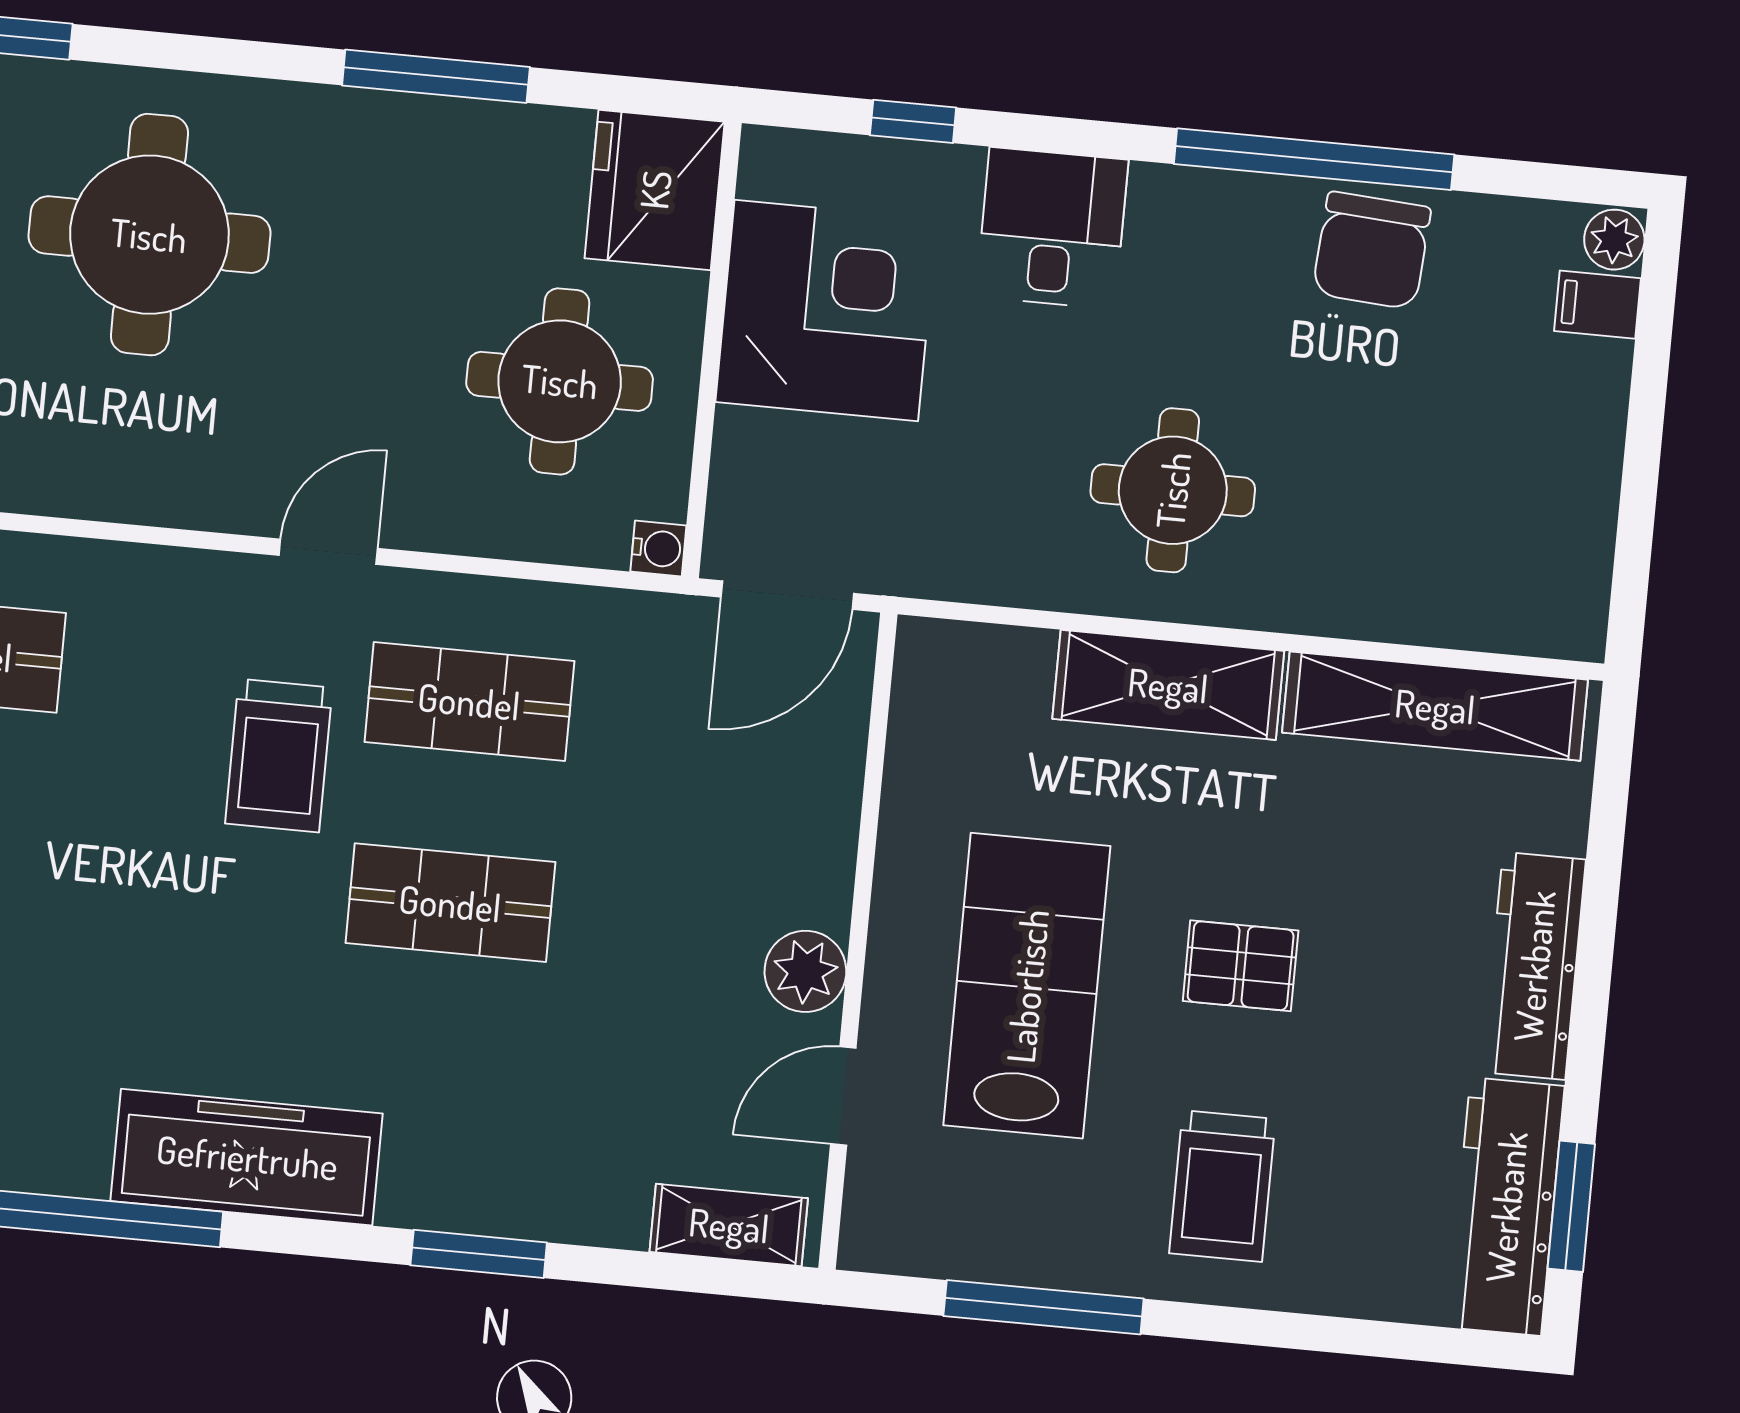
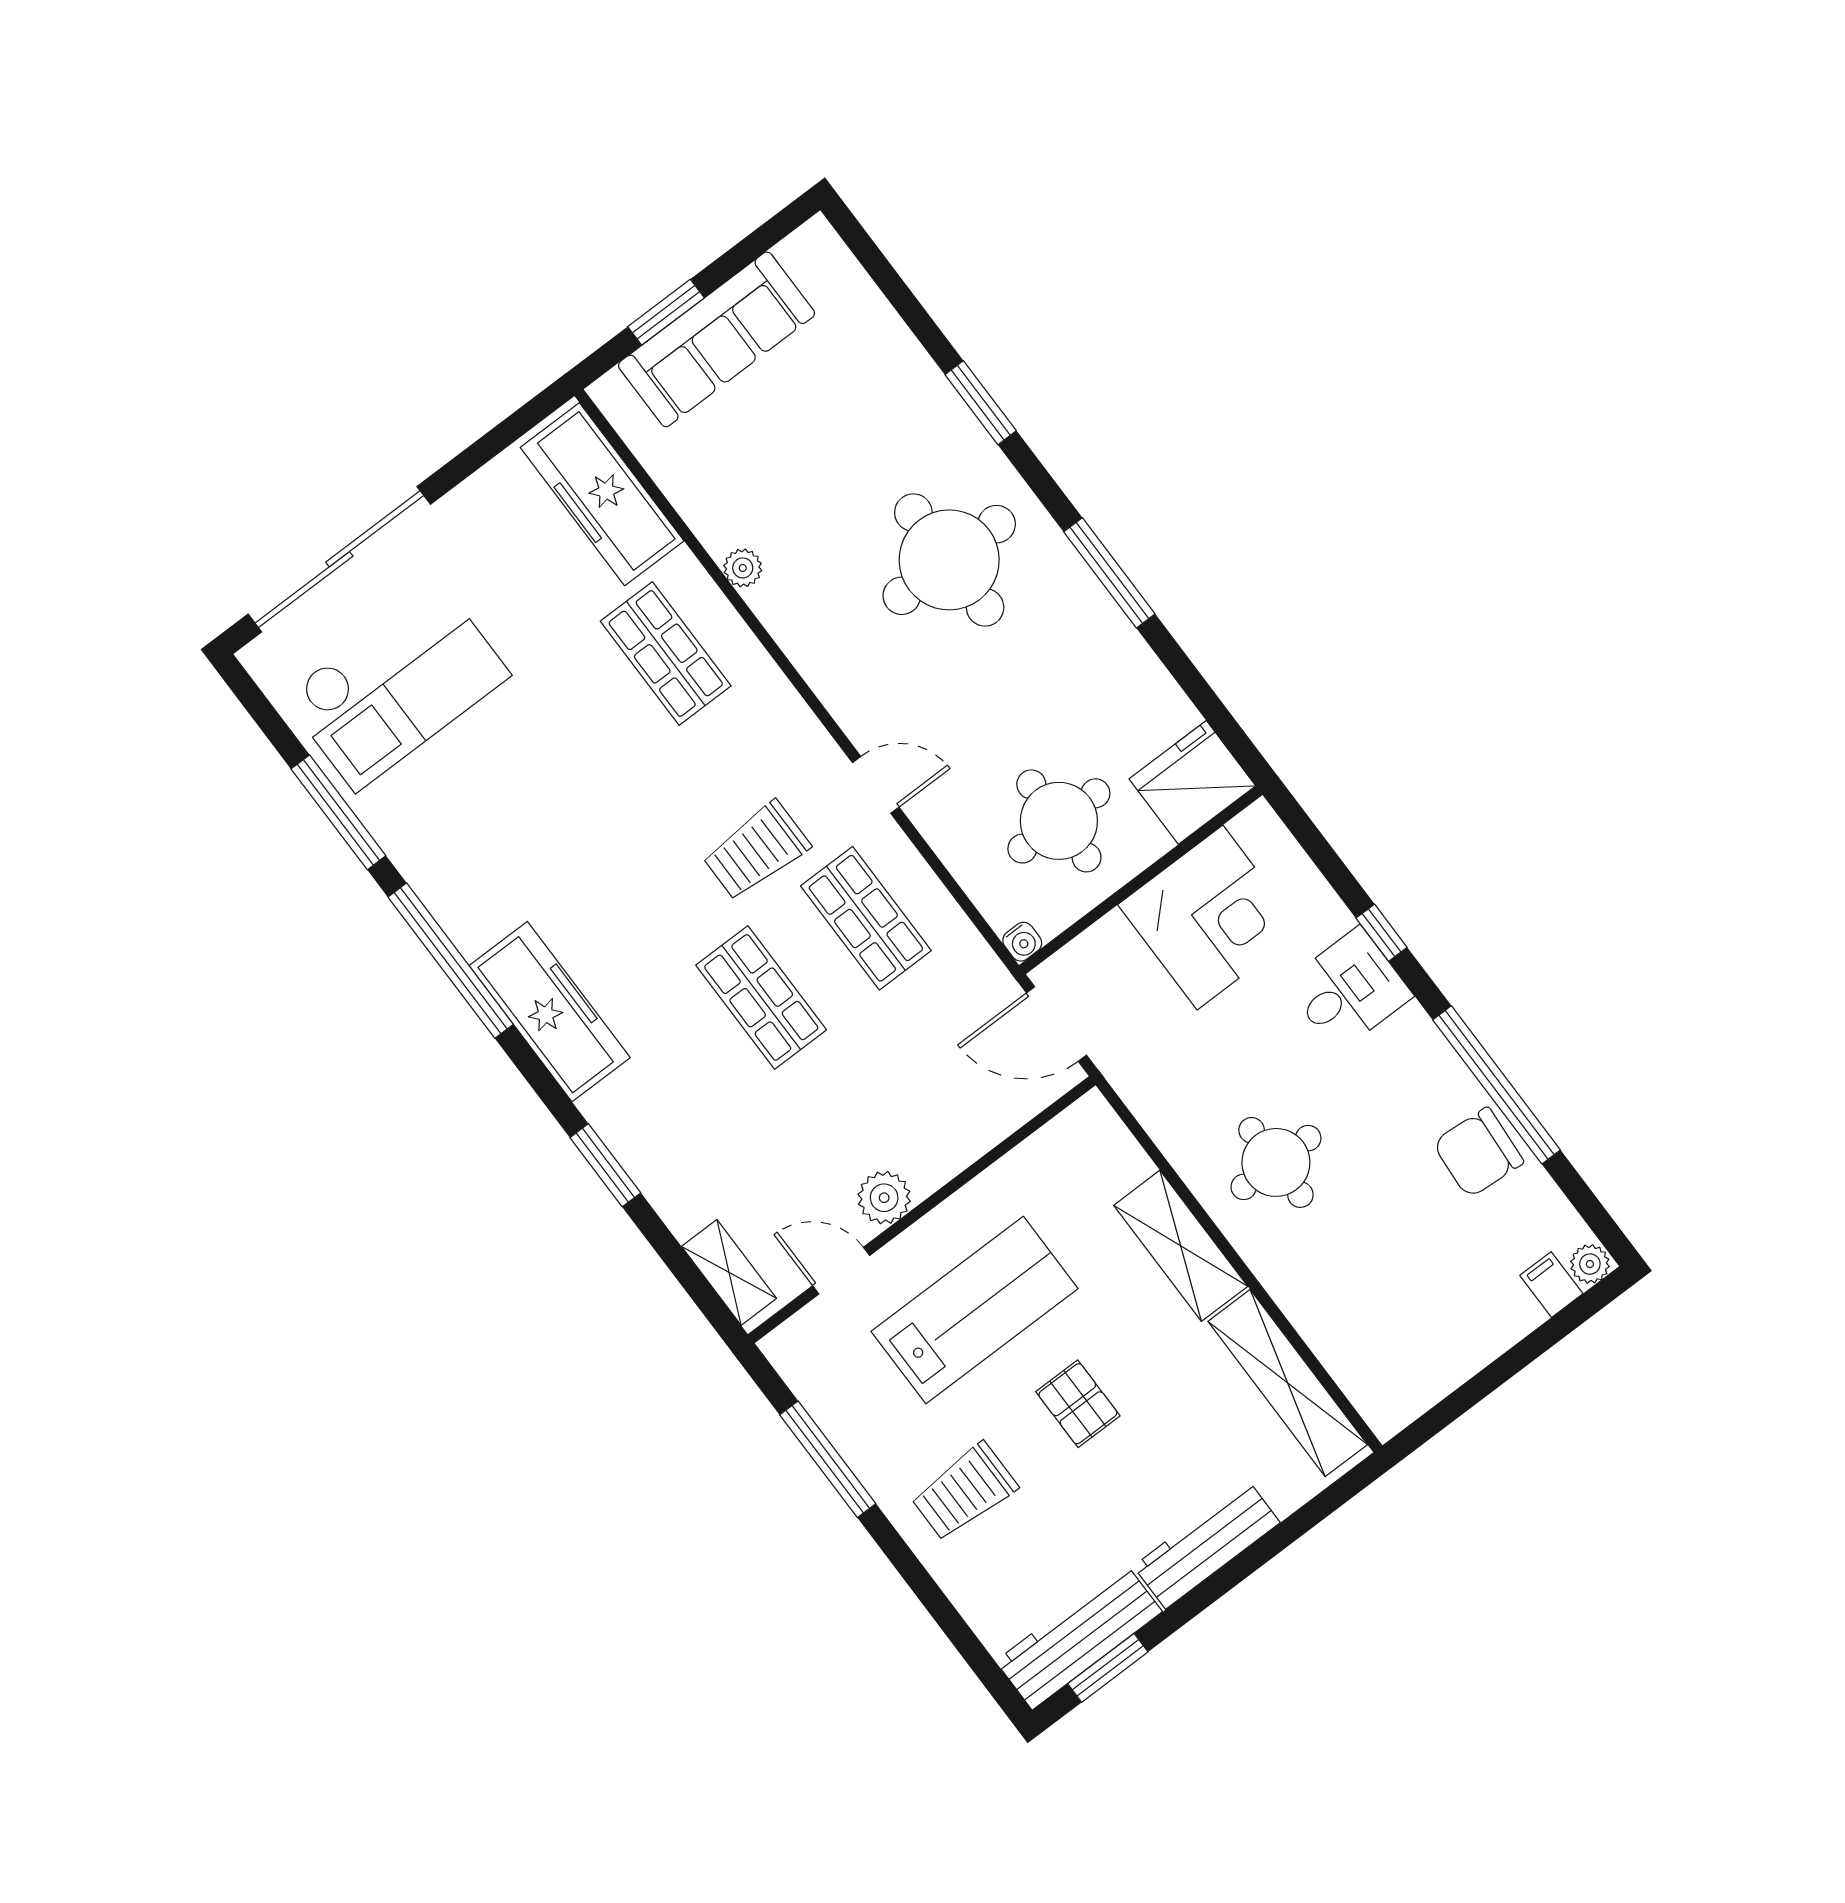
window: (436, 76) -> (1109, 573), moved
window: (913, 121) -> (1382, 933), moved

